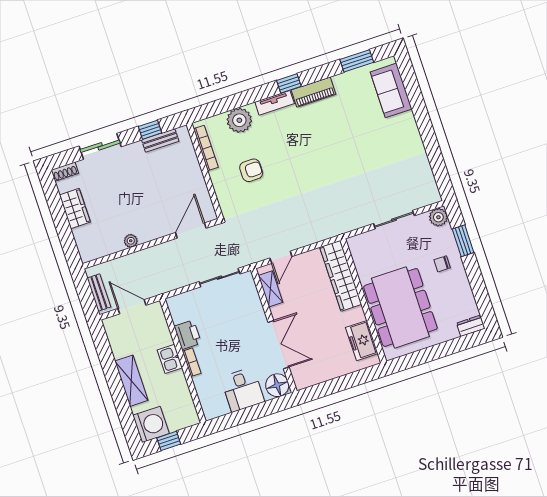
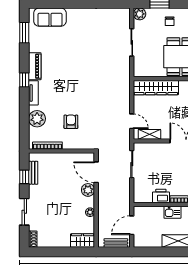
wardrobe: (75, 208) -> (83, 241), moved
plant: (162, 227) -> (88, 190), added

